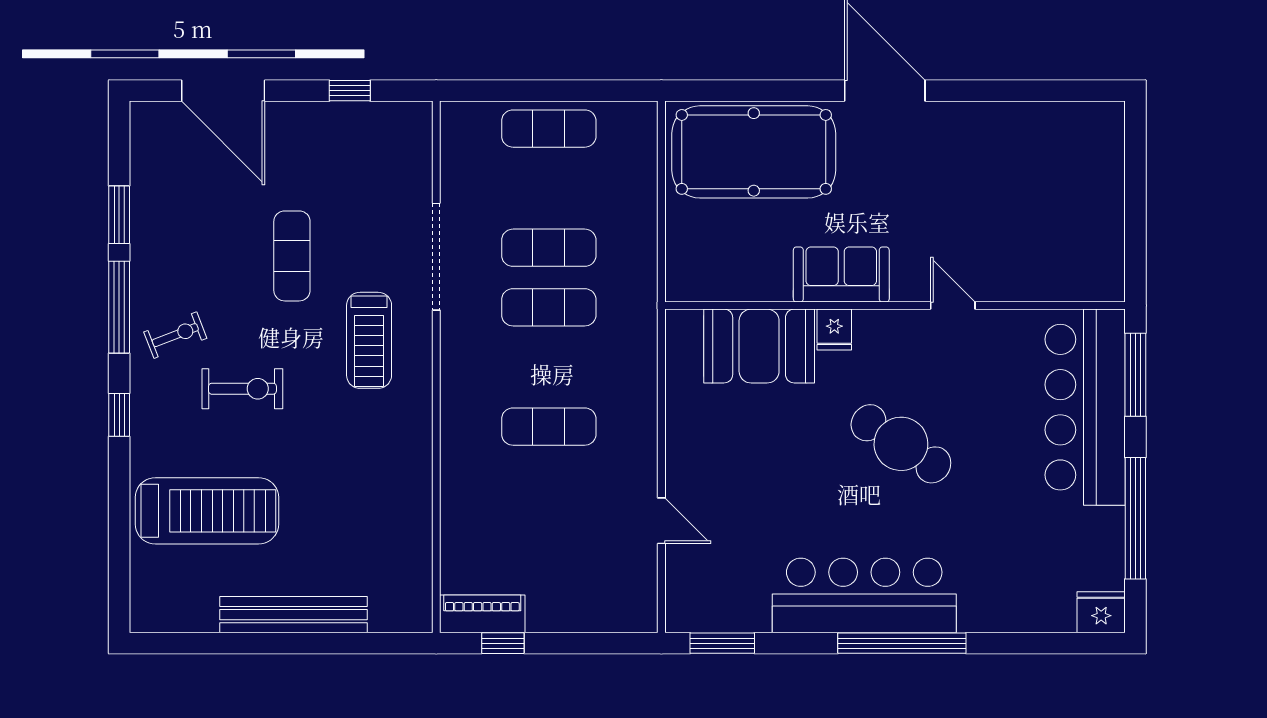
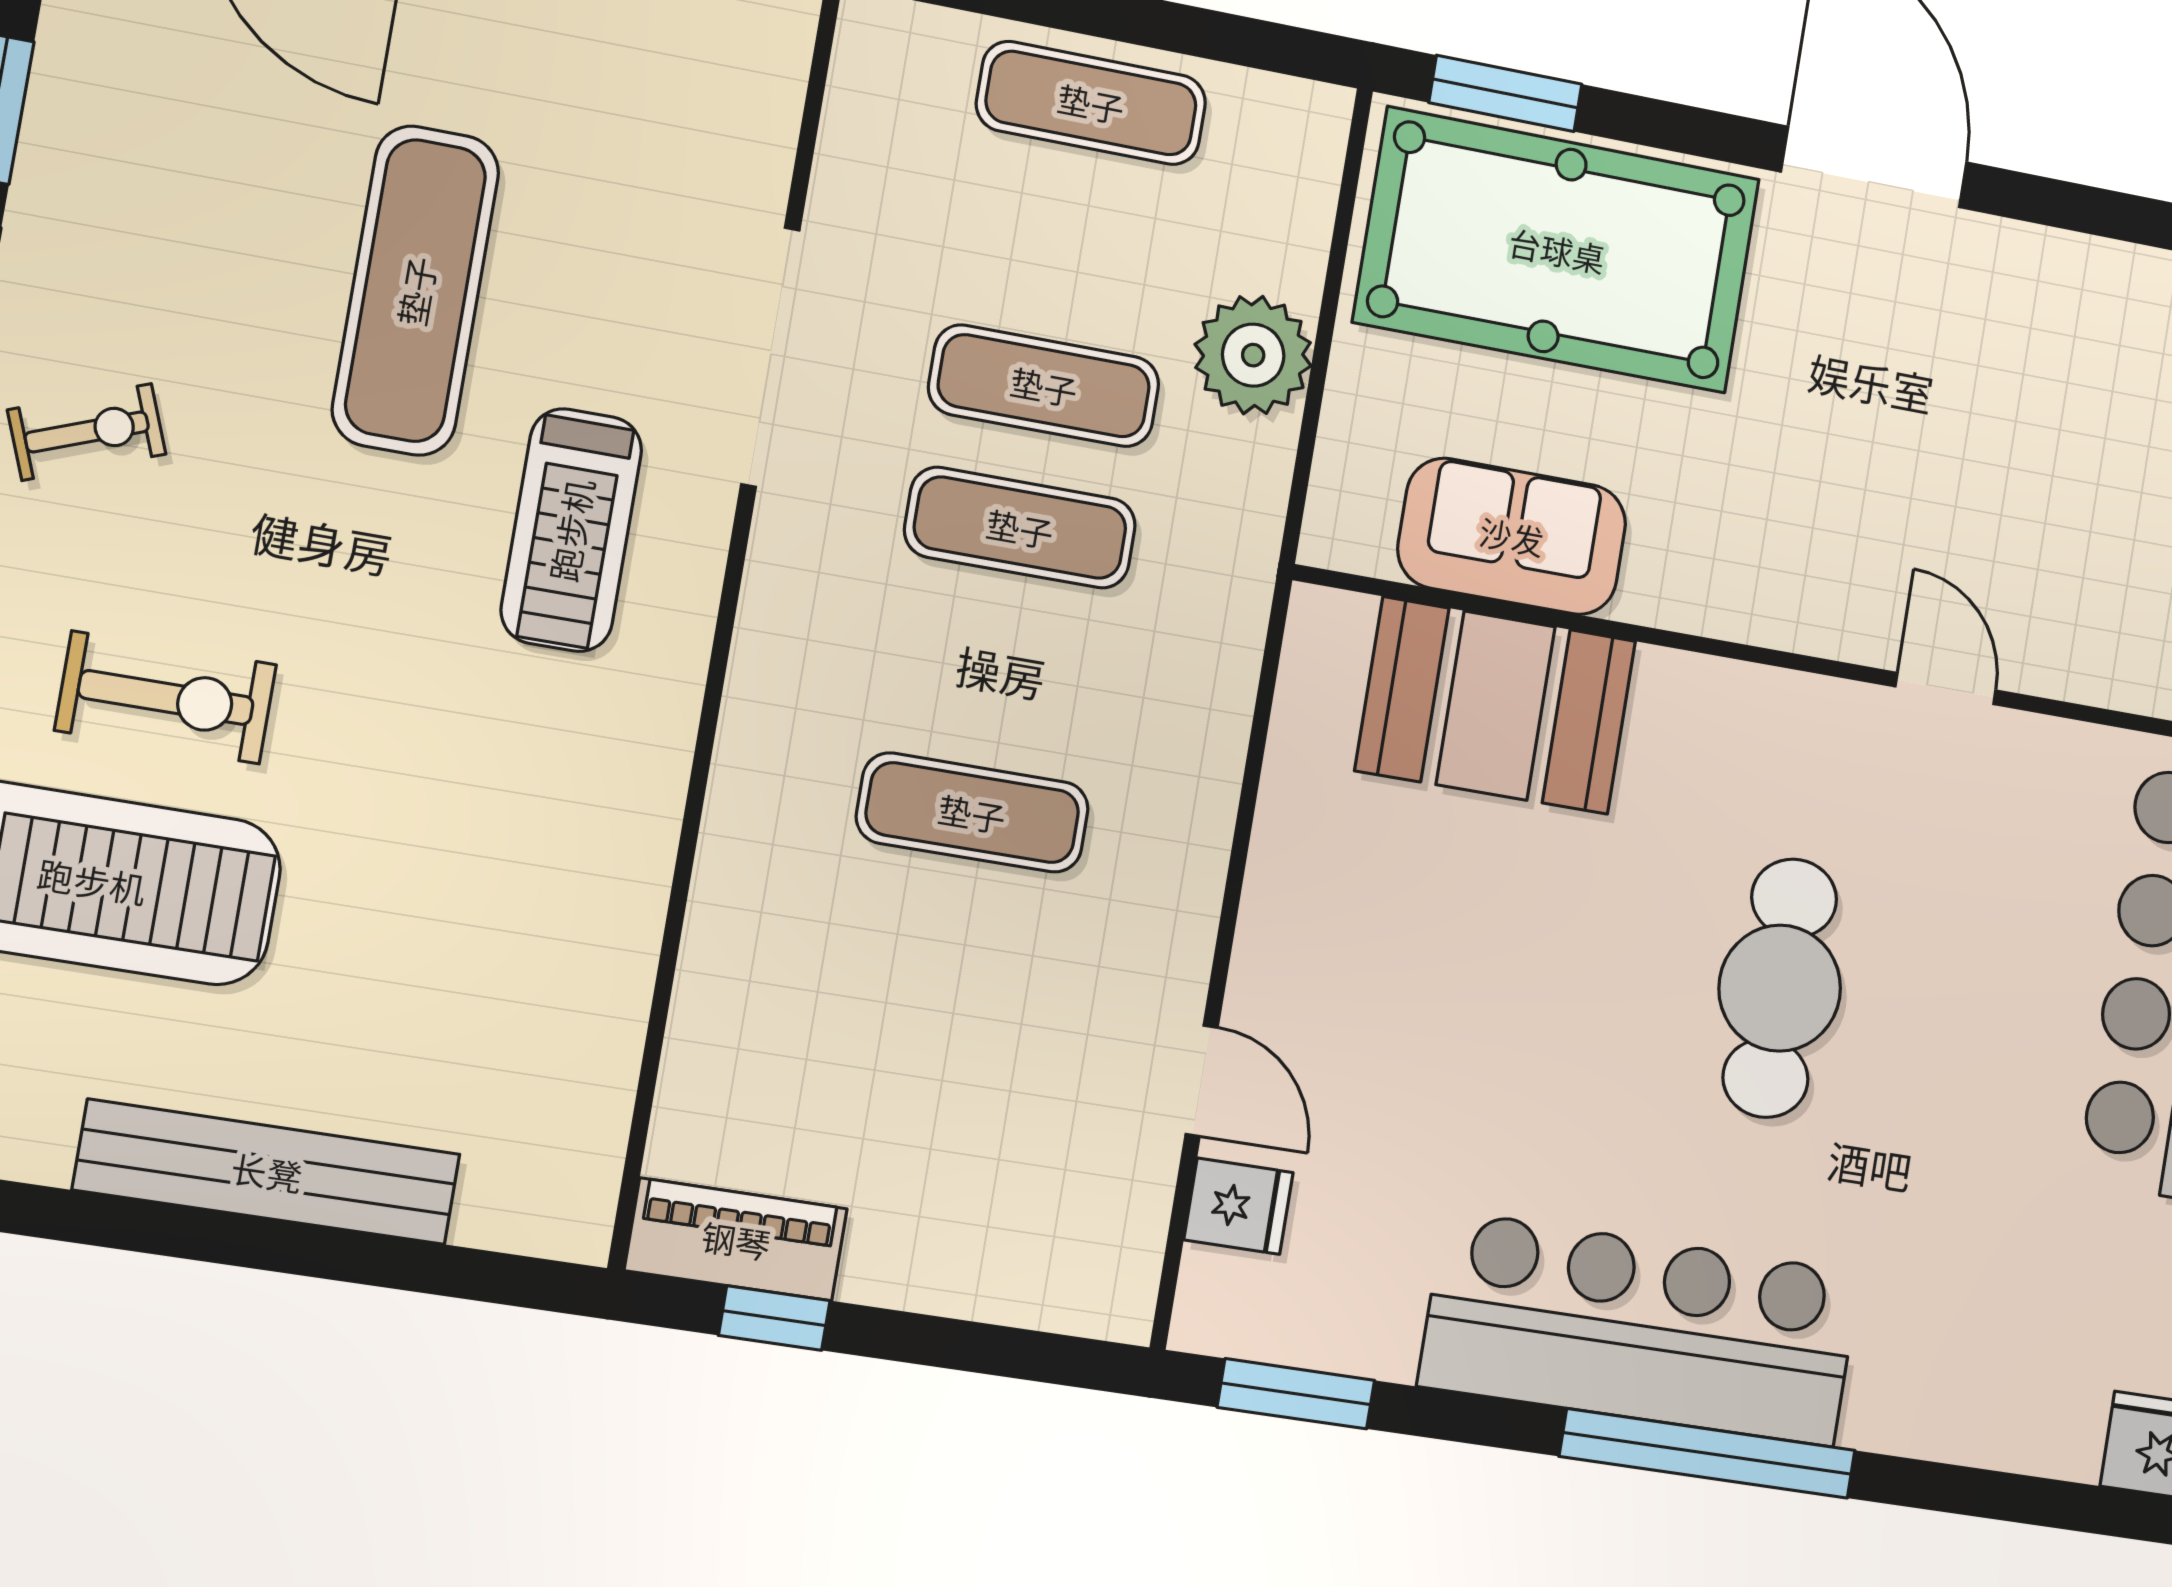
window: (721, 91) -> (1505, 93), added
plant: (633, 219) -> (1253, 355), added
exercise mat: (292, 256) -> (416, 291), width x1.36, depth x1.45
sofa: (841, 275) -> (1512, 536), moved
fridge: (834, 329) -> (1238, 1206), moved, turned -90
exercise bike: (242, 389) -> (166, 697), moved
cafe table: (901, 444) -> (1780, 988), turned 57

